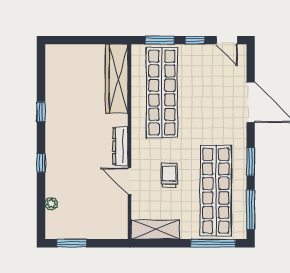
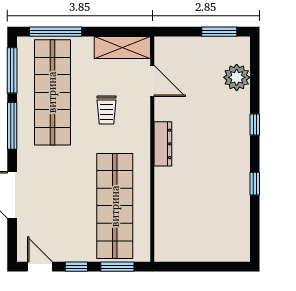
wardrobe: (117, 79) -> (167, 222), removed
window: (251, 162) -> (12, 126), width x1.44
door: (130, 181) -> (152, 81), moved
plant: (51, 204) -> (237, 77), width x1.88, depth x1.88

